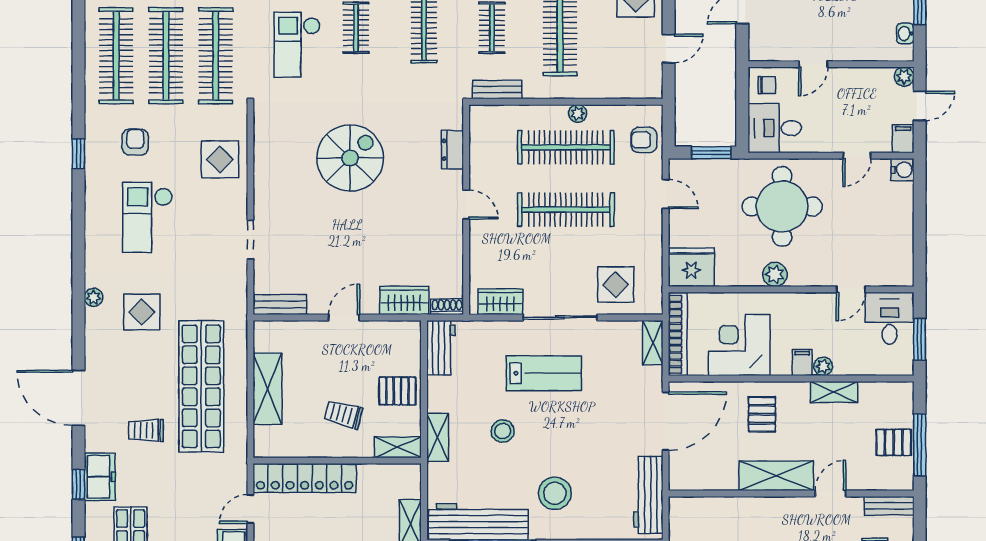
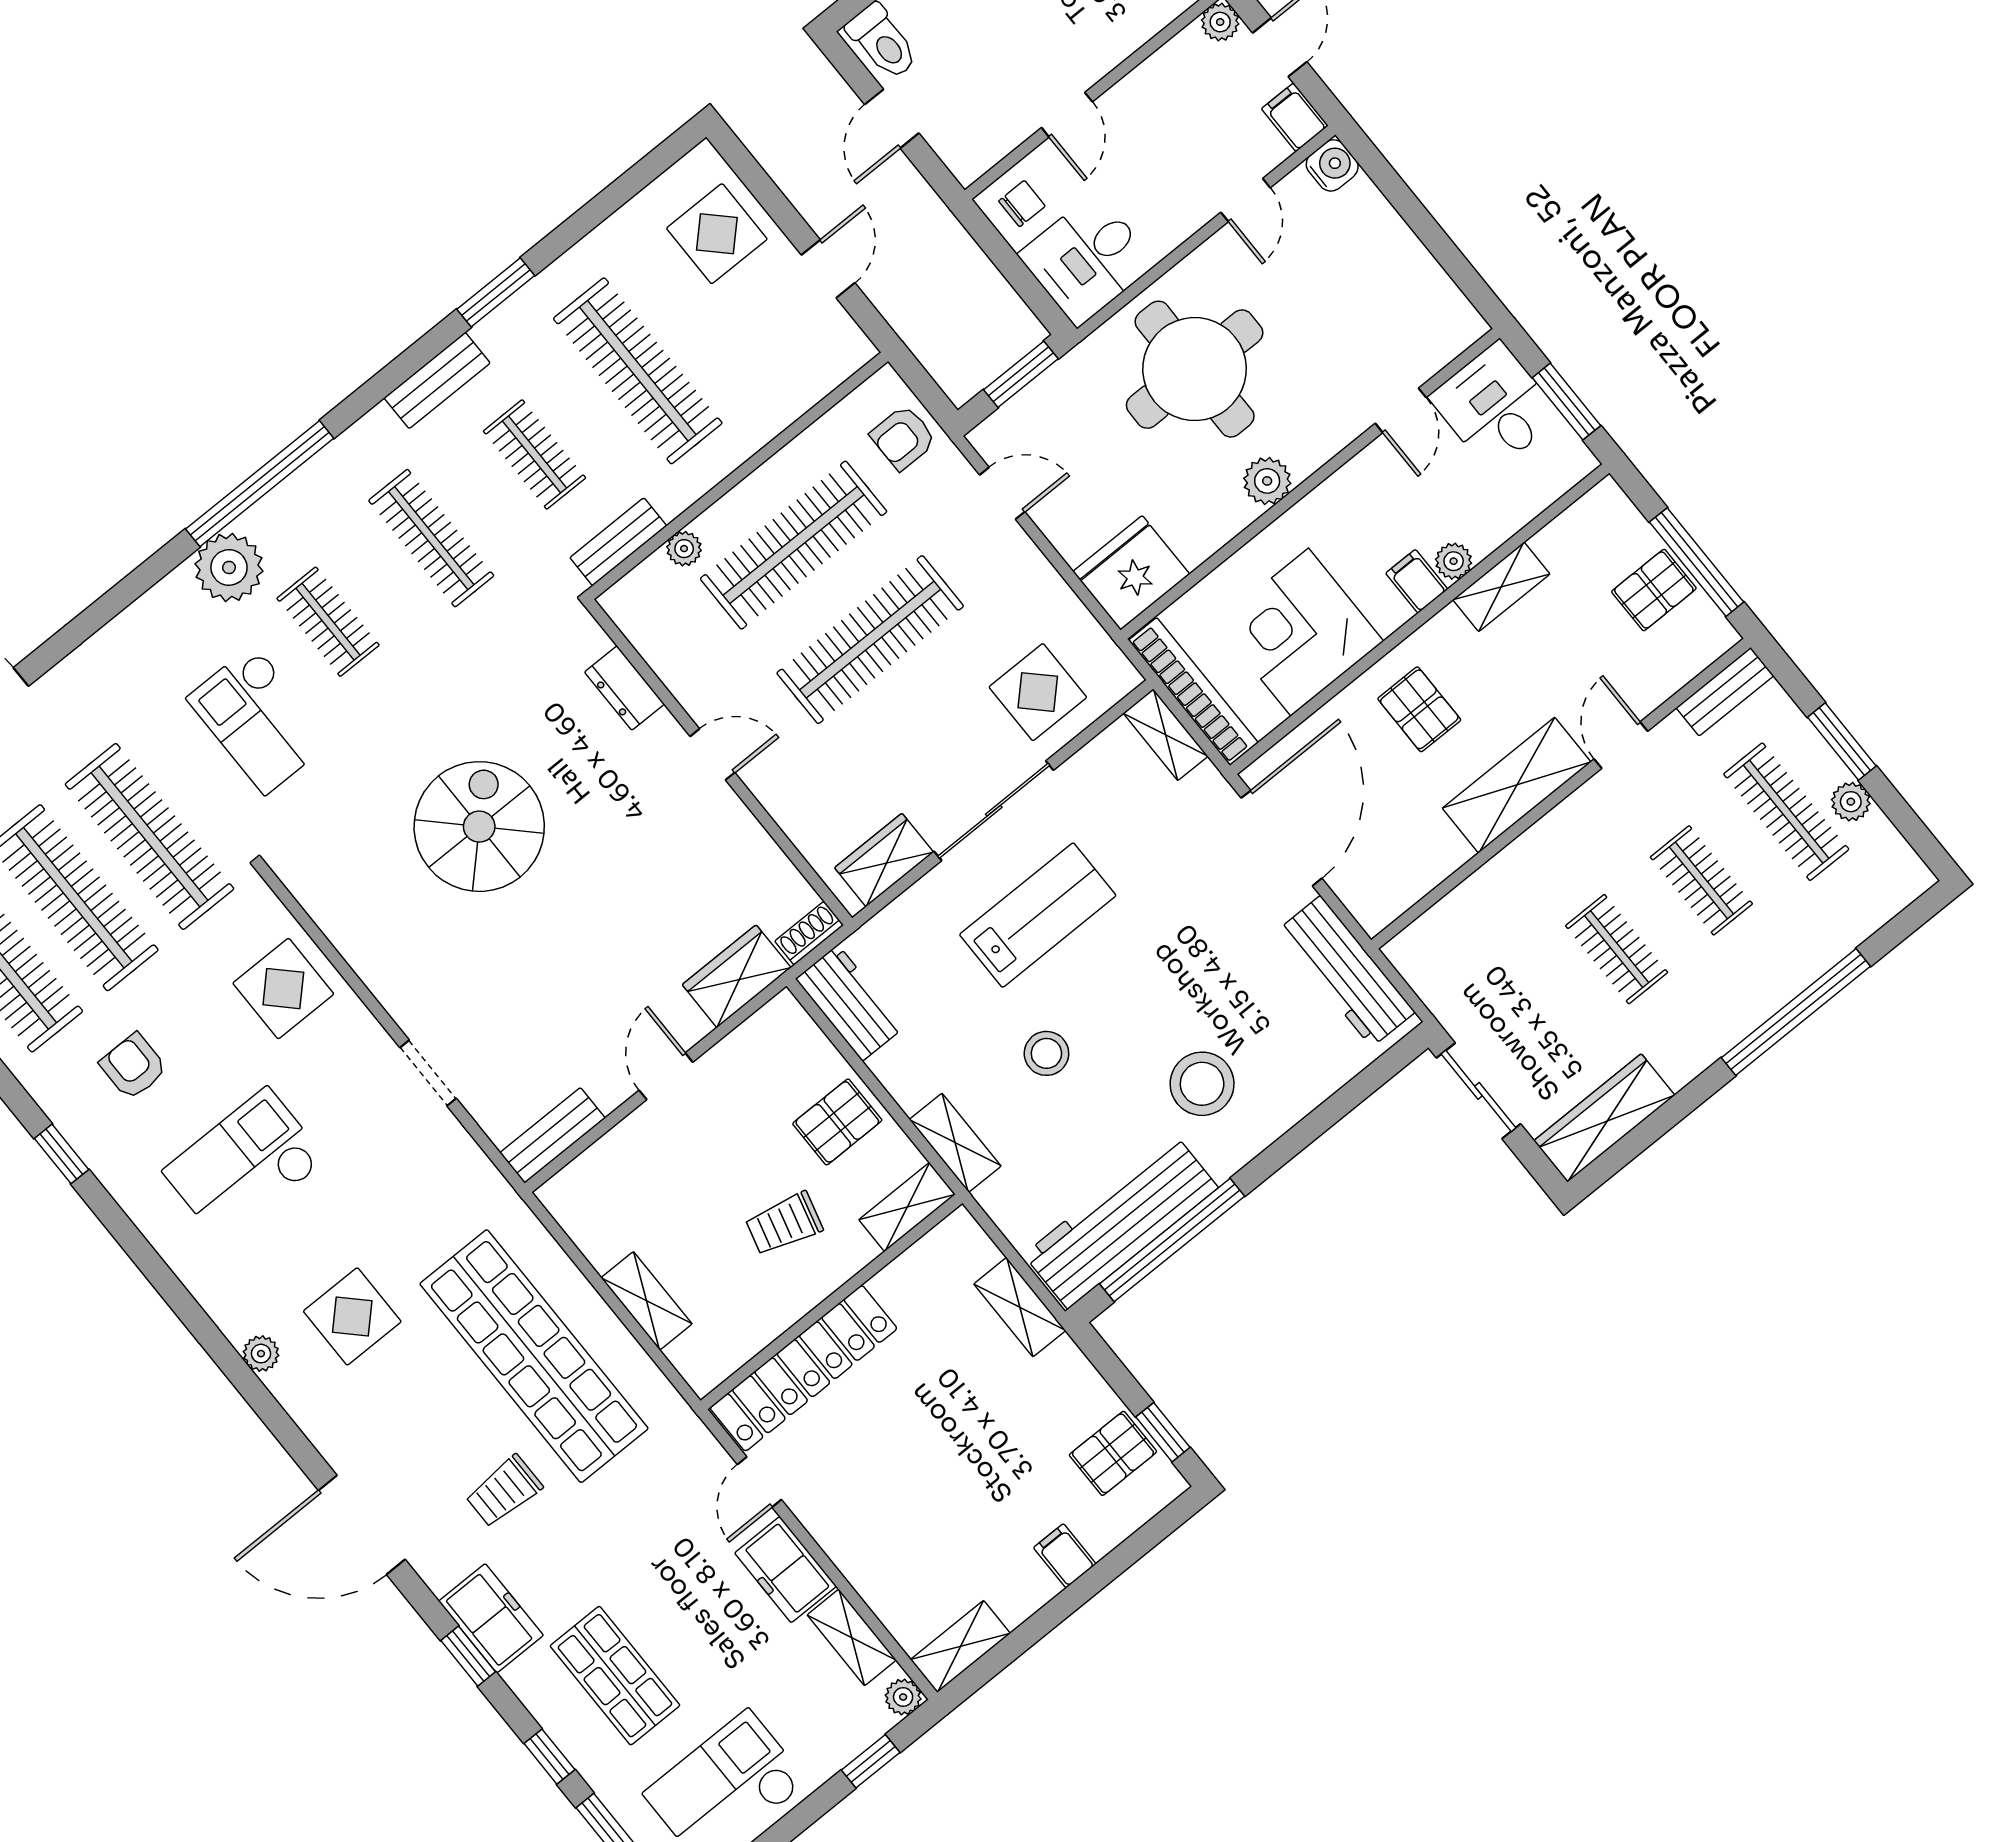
plant: (578, 113) -> (684, 549), moved
checkout: (148, 217) -> (244, 1165), turned 90
shelving: (267, 389) -> (647, 1301), width x0.67, depth x0.75

